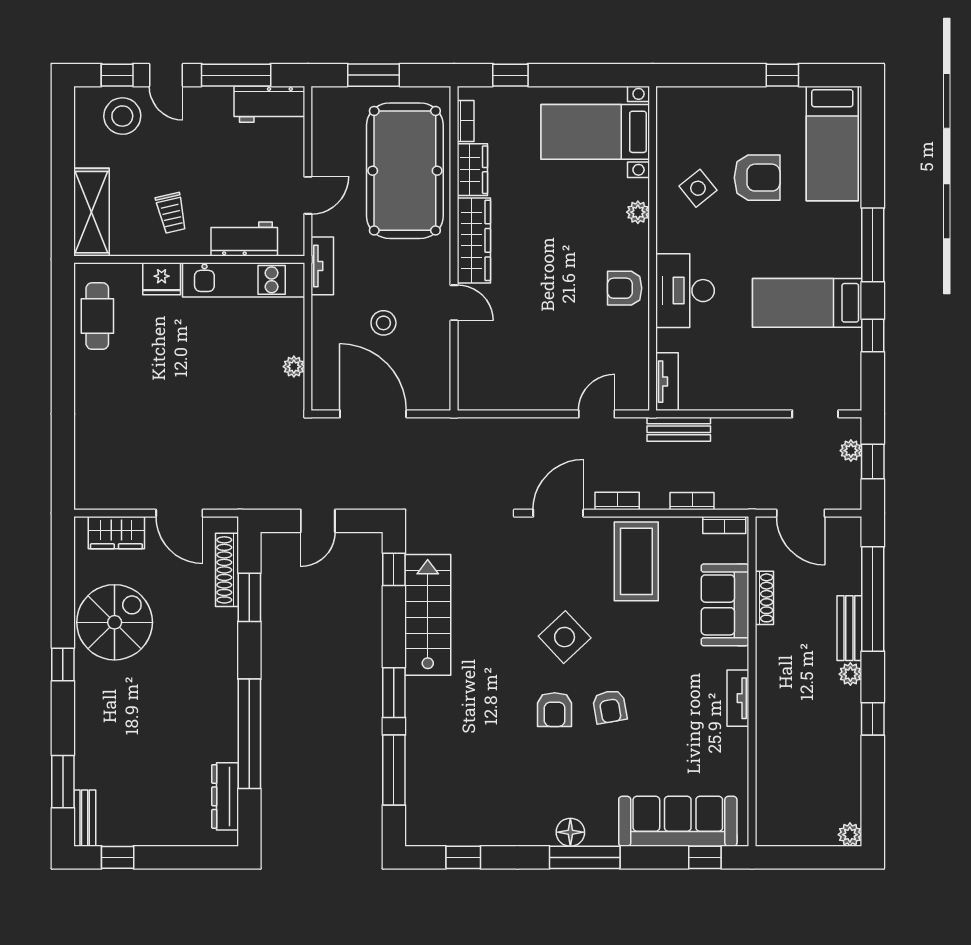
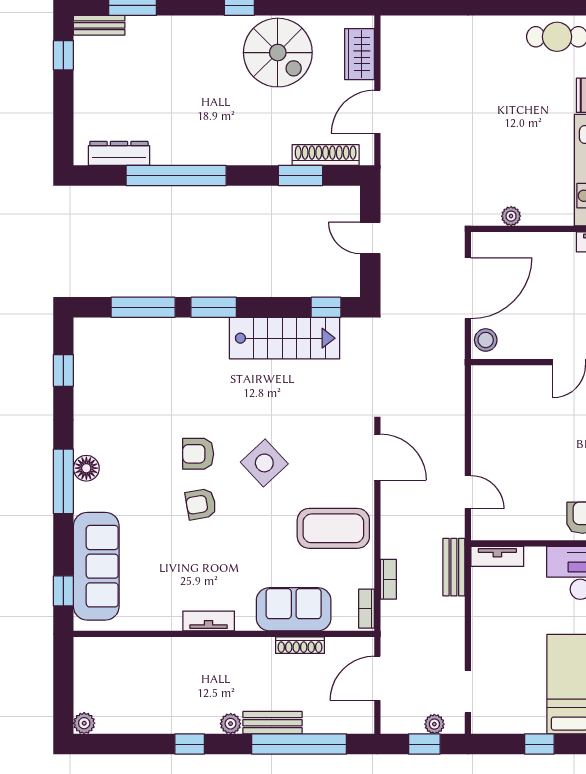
stool: (383, 323) -> (486, 340), moved
bookcase: (617, 501) -> (388, 511), removed

